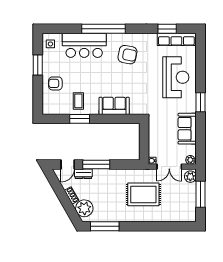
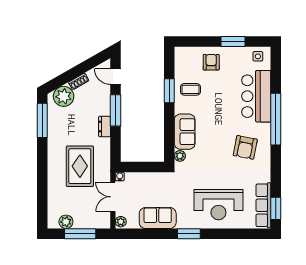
window: (167, 29) -> (276, 208), moved
plant: (135, 110) -> (180, 156), added
dresser: (83, 174) -> (104, 127), moved
plant: (190, 177) -> (66, 222), moved

